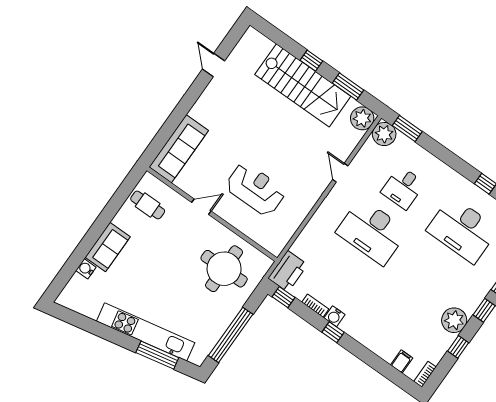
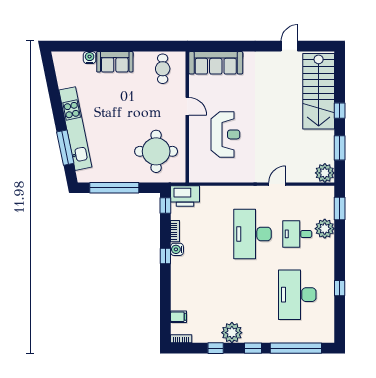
stairs: (303, 85) -> (319, 91), moved
plant: (384, 134) -> (325, 229), moved

